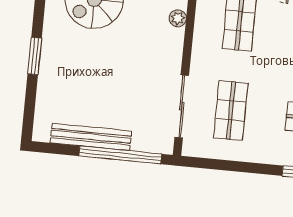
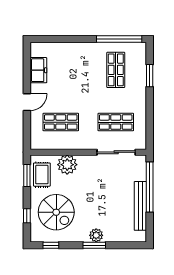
plant: (178, 18) -> (67, 165), width x1.88, depth x1.88
plant: (50, 61) -> (96, 235), added

